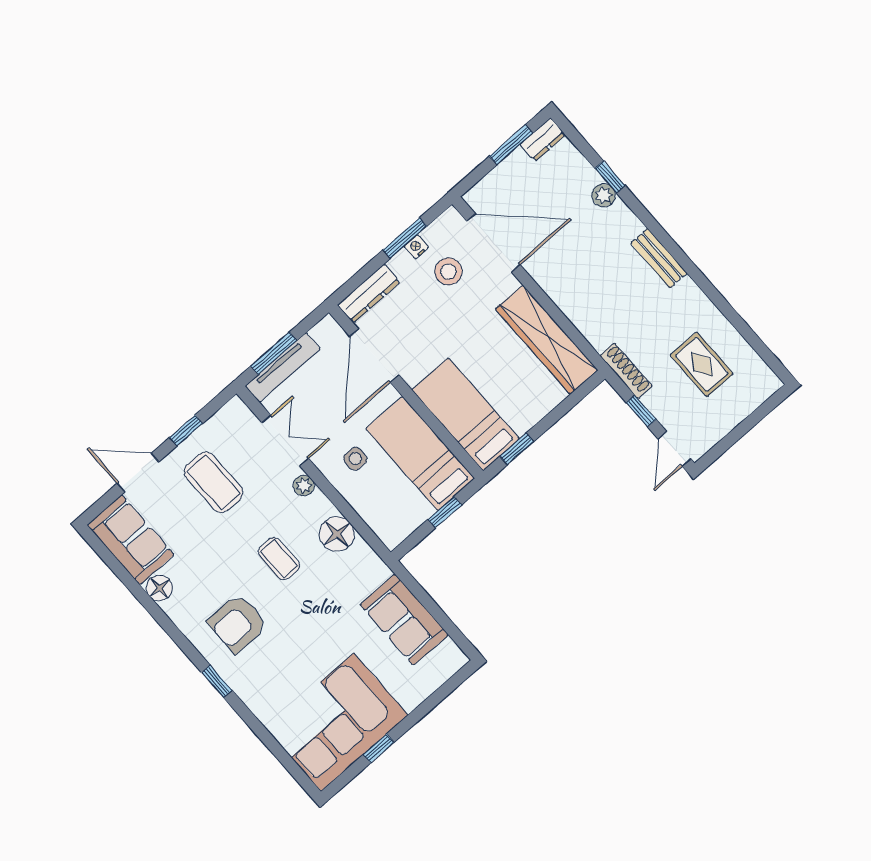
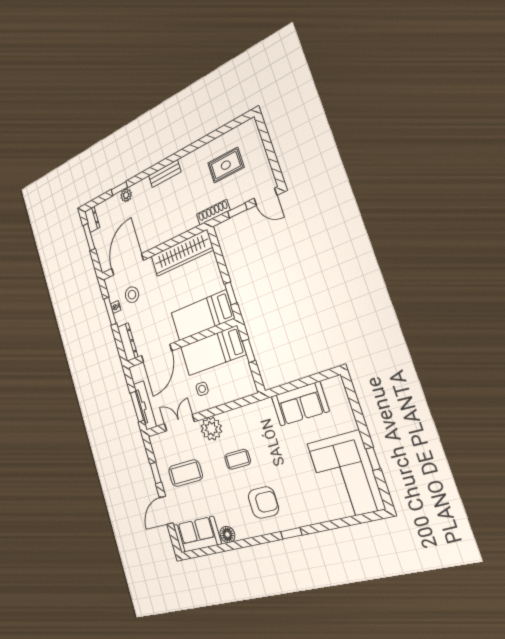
door: (374, 356) -> (156, 353), hinge flipped
plant: (304, 485) -> (211, 429), width x1.88, depth x1.88
floor lamp: (337, 534) -> (237, 419), removed
armchair: (237, 623) -> (263, 503), turned -90

